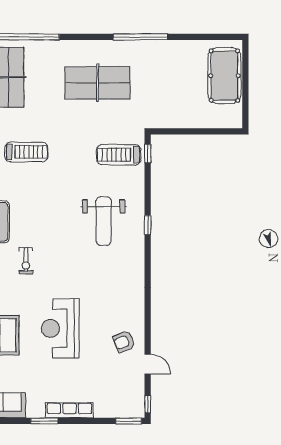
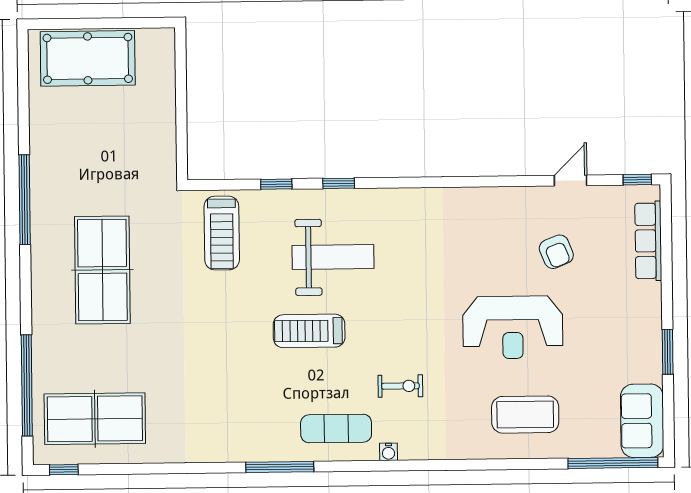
treadmill: (26, 152) -> (309, 331), moved, turned -90
window: (148, 154) -> (276, 184), moved
armchair: (124, 341) -> (556, 252), moved
row of seats: (69, 410) -> (648, 241), moved
window: (129, 421) -> (666, 211), removed

